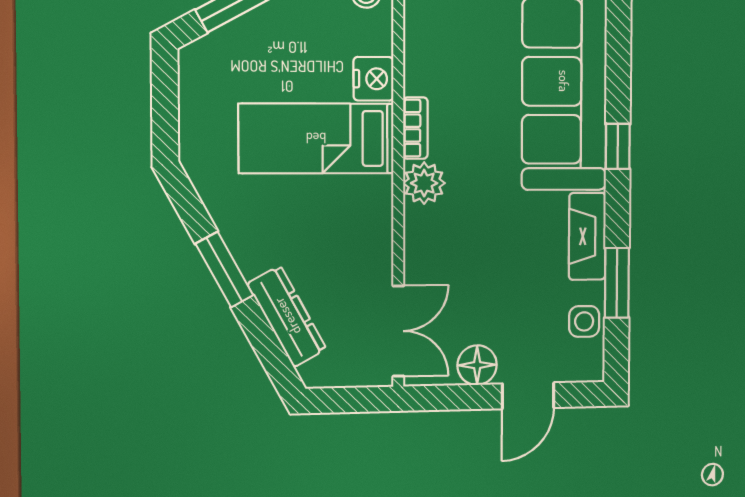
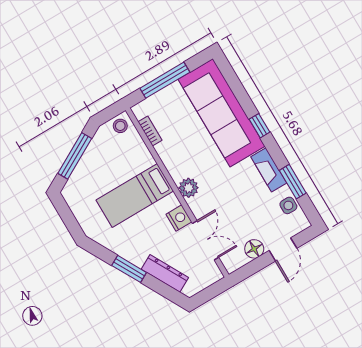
nightstand: (373, 79) -> (179, 218), moved
bookcase: (415, 128) -> (150, 131), moved
double door: (398, 331) -> (206, 240), moved

